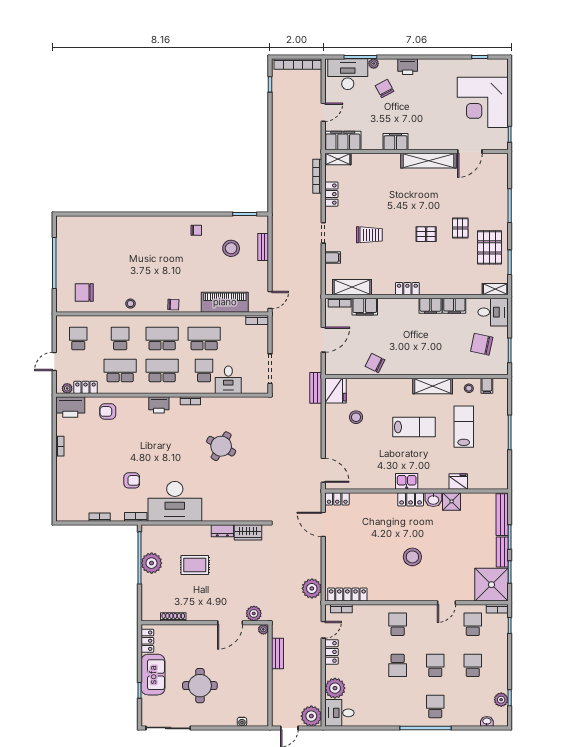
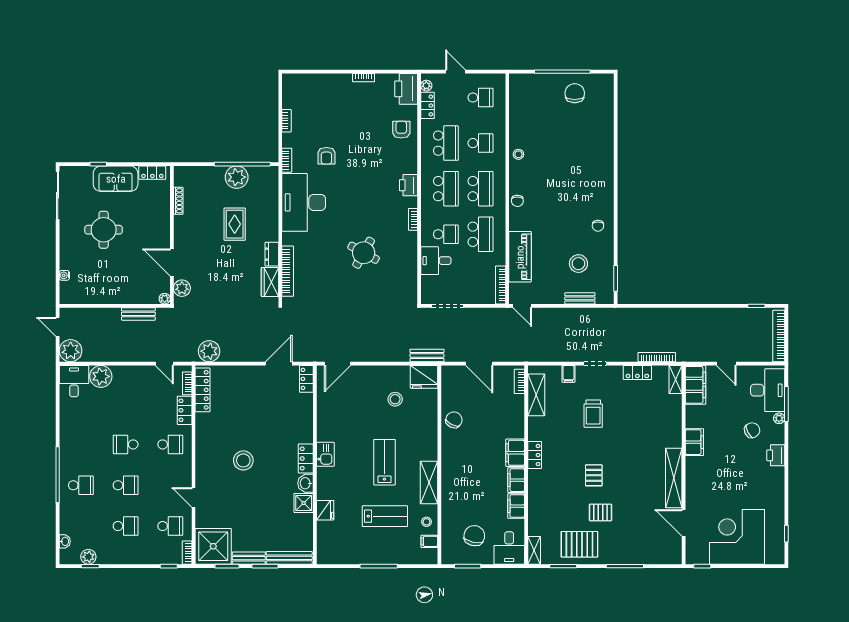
chair: (84, 293) -> (575, 93), moved
filing cabinet: (365, 307) -> (515, 453), moved
bookcase: (257, 320) -> (501, 285), width x1.56
lab bench: (414, 427) -> (384, 462), turned 180
bookcase: (238, 516) -> (288, 271), added
locker: (331, 652) -> (185, 410), moved, turned 90

